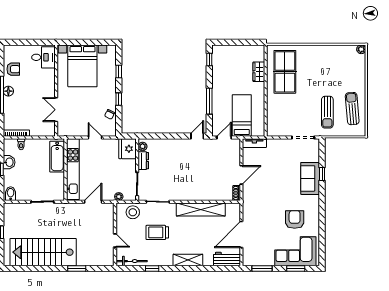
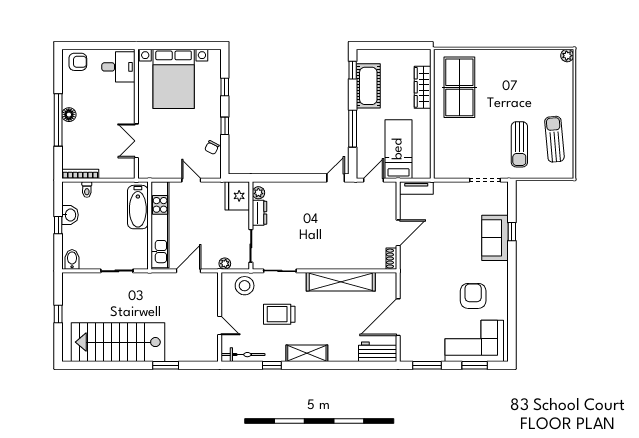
armchair: (13, 69) -> (78, 62), moved
cot: (220, 71) -> (368, 86), added
wardrobe: (259, 72) -> (423, 87), width x1.50
shelving: (188, 260) -> (307, 353), moved

